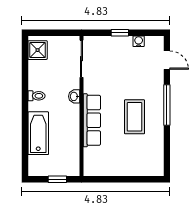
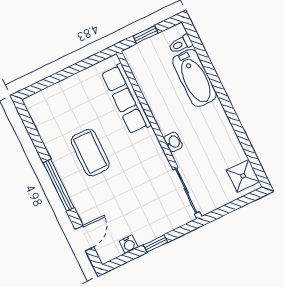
door: (167, 60) -> (84, 238), swing flipped
toilet: (36, 96) -> (181, 44), moved
row of seats: (92, 120) -> (126, 99), moved

